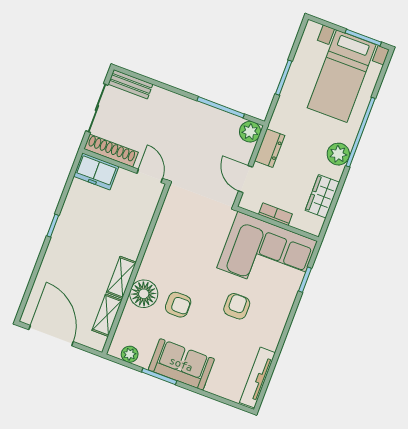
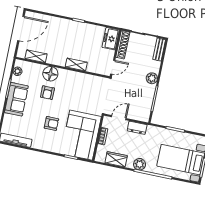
plant: (250, 132) -> (152, 78), moved
shelving: (121, 277) -> (76, 65), moved

